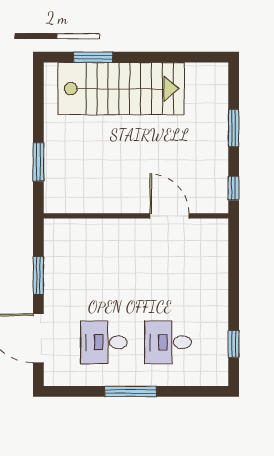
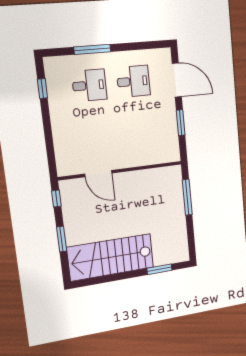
stairs: (121, 89) -> (111, 257), moved
window: (38, 162) -> (187, 197), width x1.44
window: (130, 391) -> (92, 49), moved

